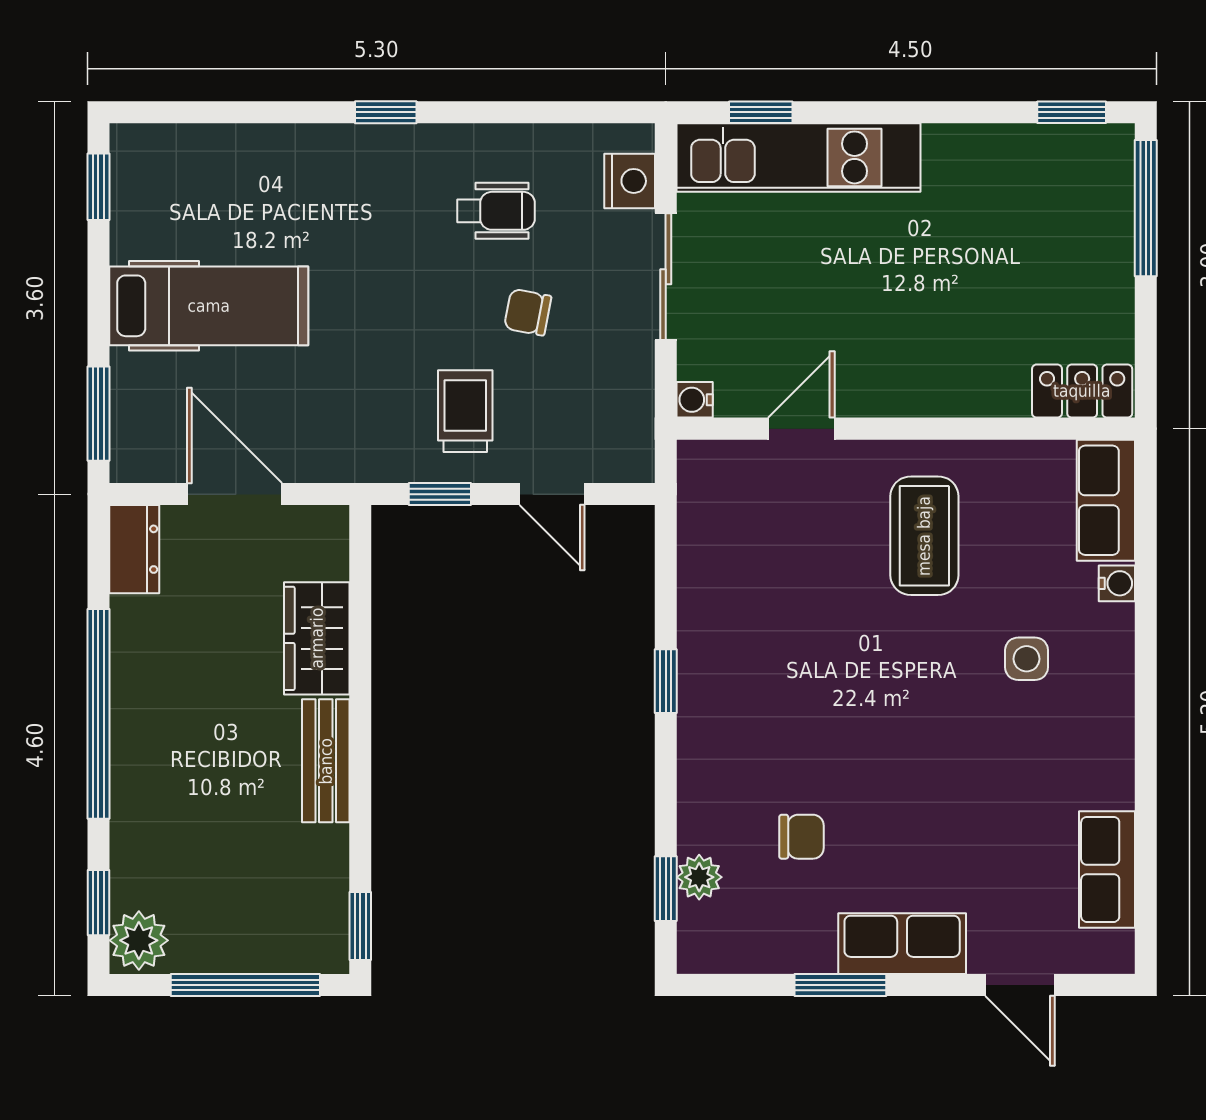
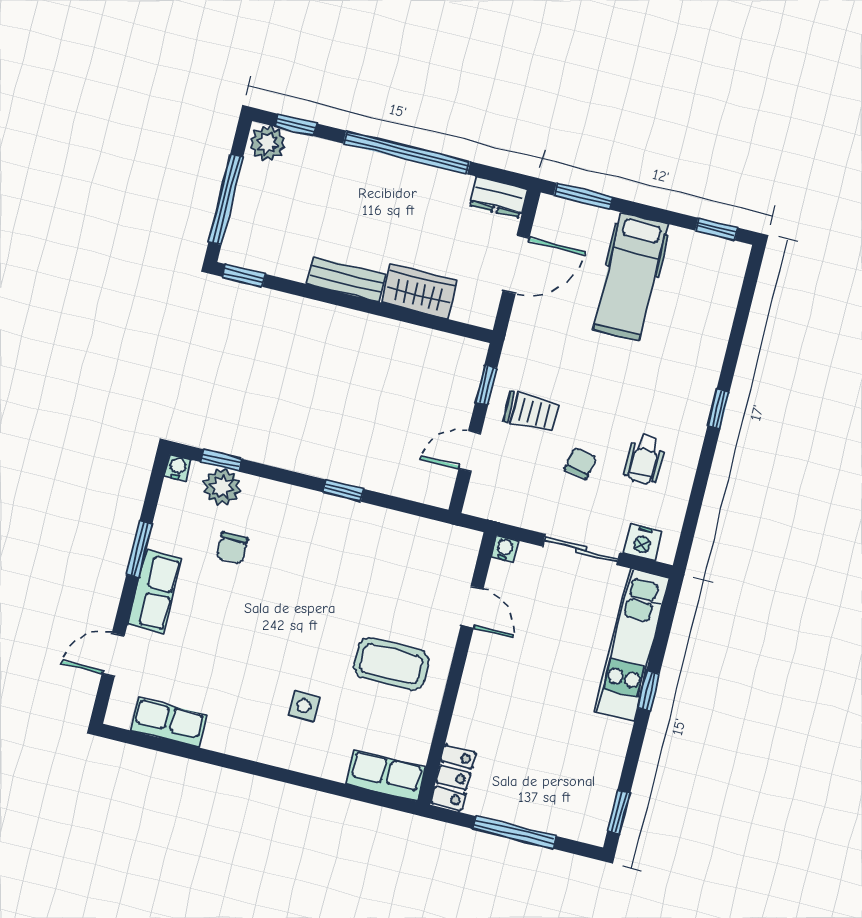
window: (761, 112) -> (649, 691), moved
window: (1146, 208) -> (514, 832), moved
water cooler: (1117, 583) -> (178, 468), moved, turned 180
plant: (699, 877) -> (222, 487), width x1.38, depth x1.38

